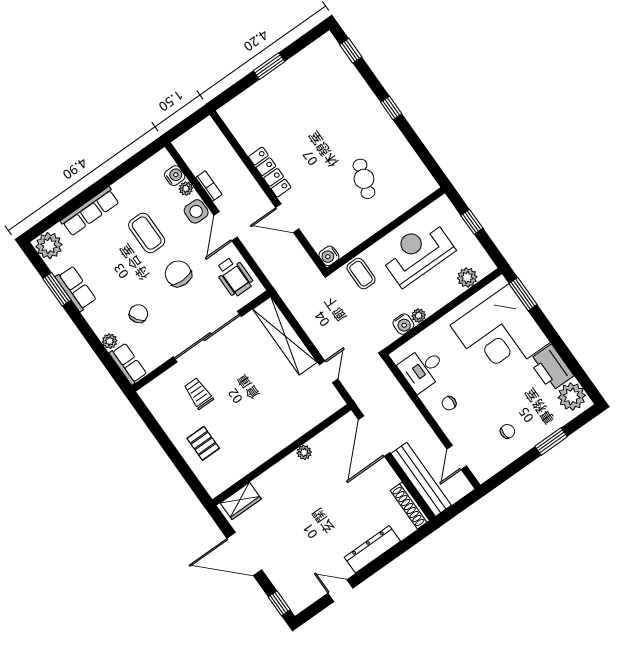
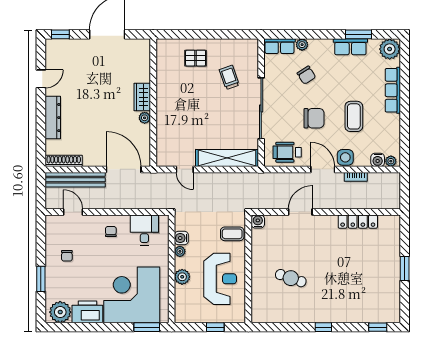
locker: (270, 172) -> (358, 222), moved
plant: (186, 189) -> (391, 161), moved
coffee table: (147, 233) -> (354, 116), turned 90
plant: (467, 277) -> (182, 277), moved
trolley: (198, 393) -> (229, 77), turned -109
wardrobe: (241, 501) -> (142, 97), moved

